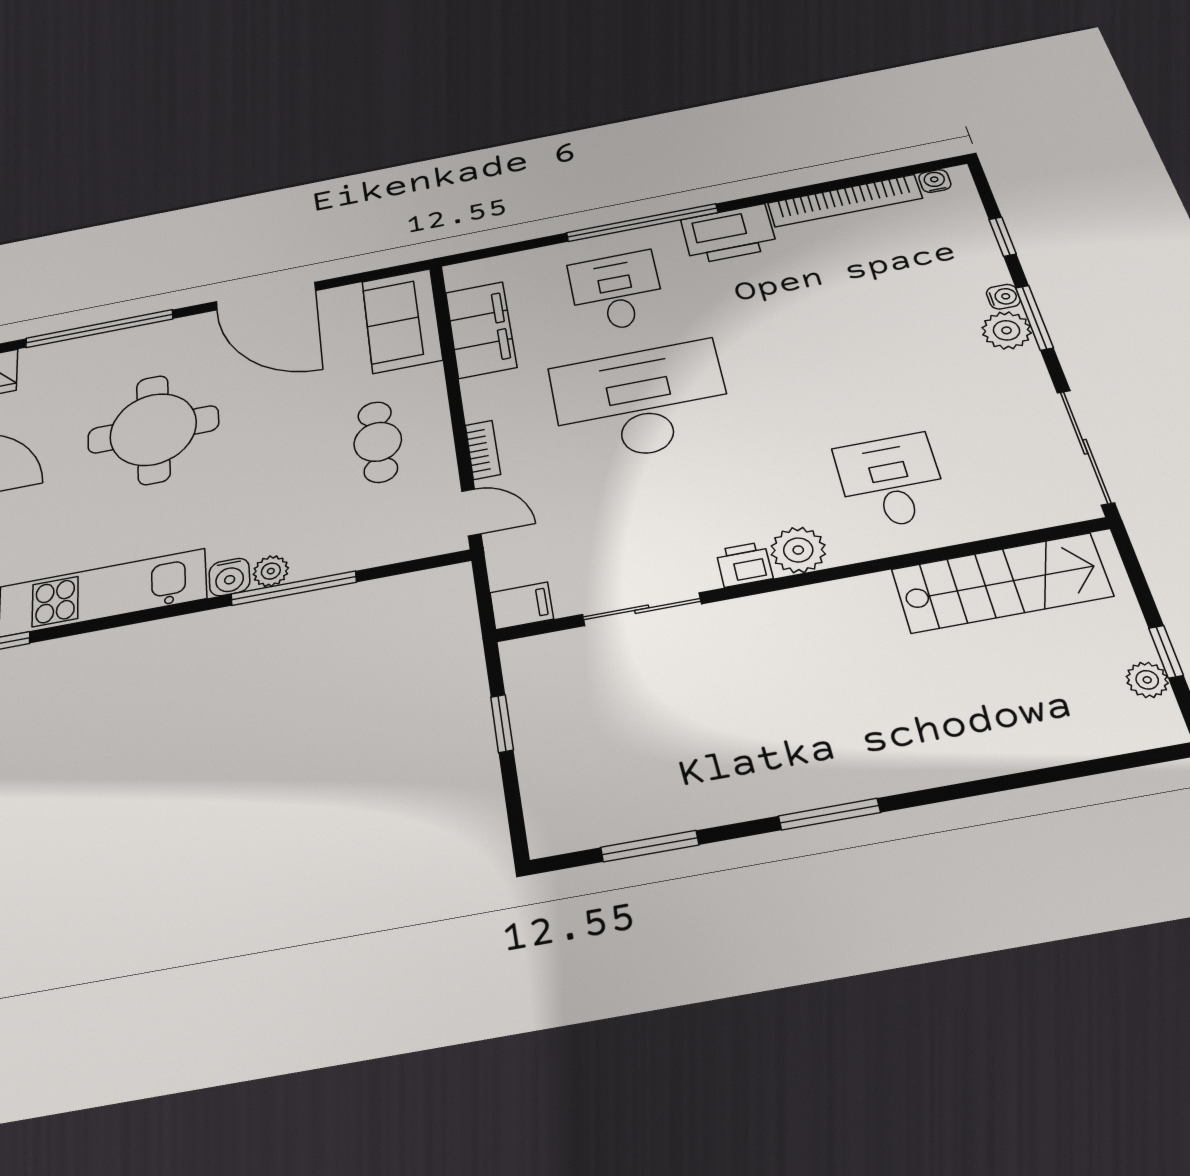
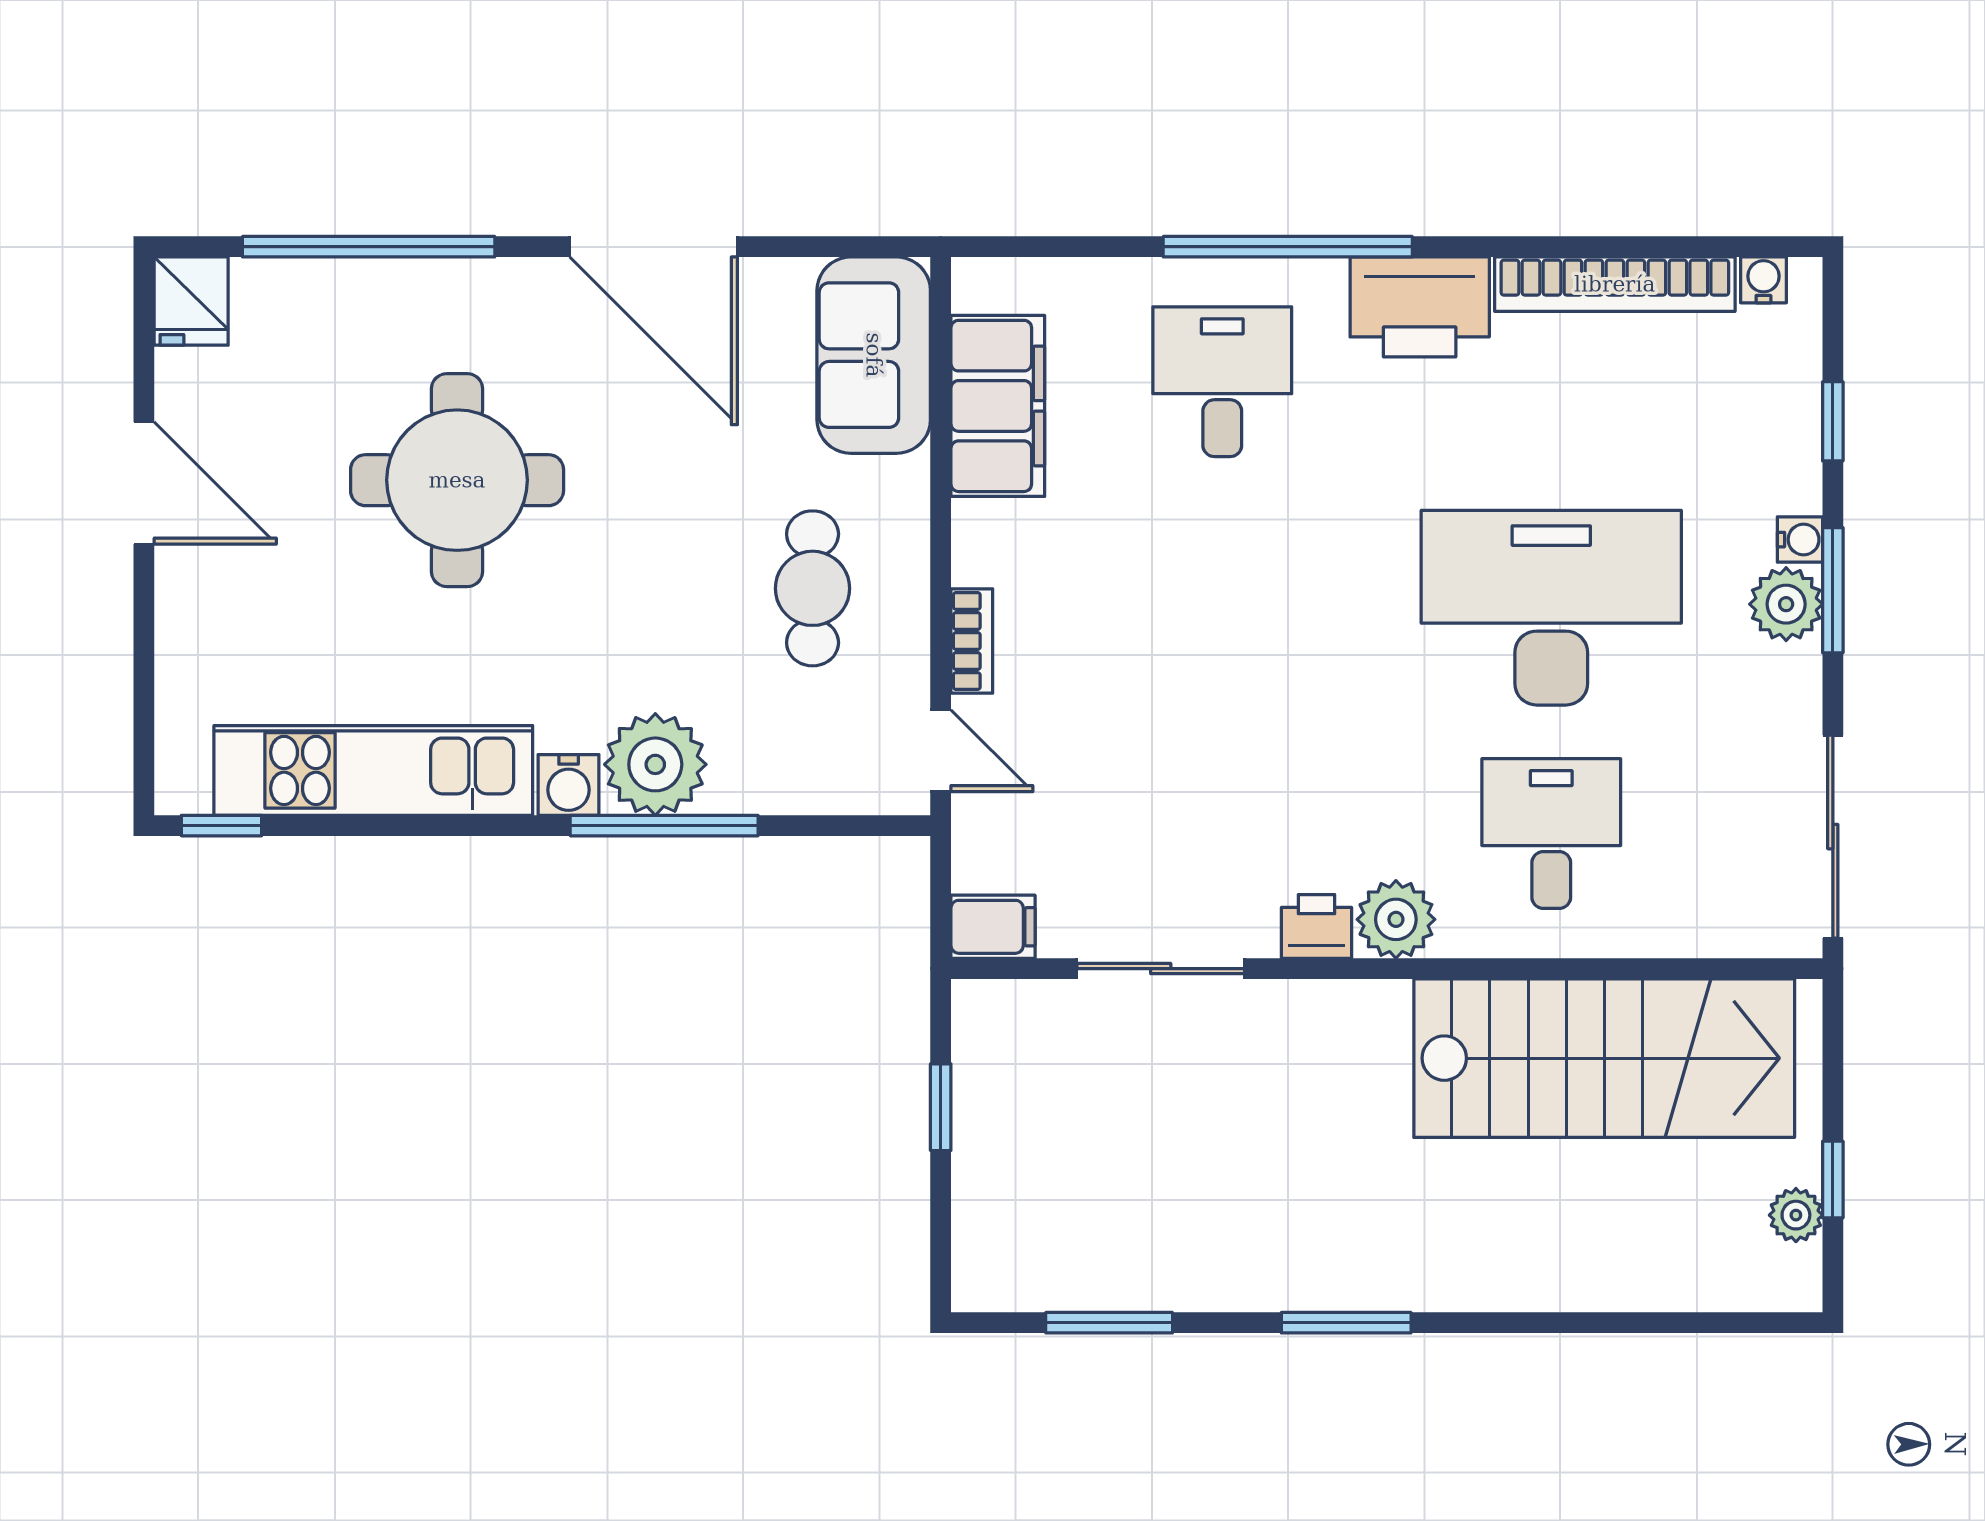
desk: (641, 402) -> (1551, 608), moved
plant: (271, 571) -> (655, 764), width x1.87, depth x1.87
stairs: (1001, 583) -> (1604, 1058), width x1.36, depth x1.51

